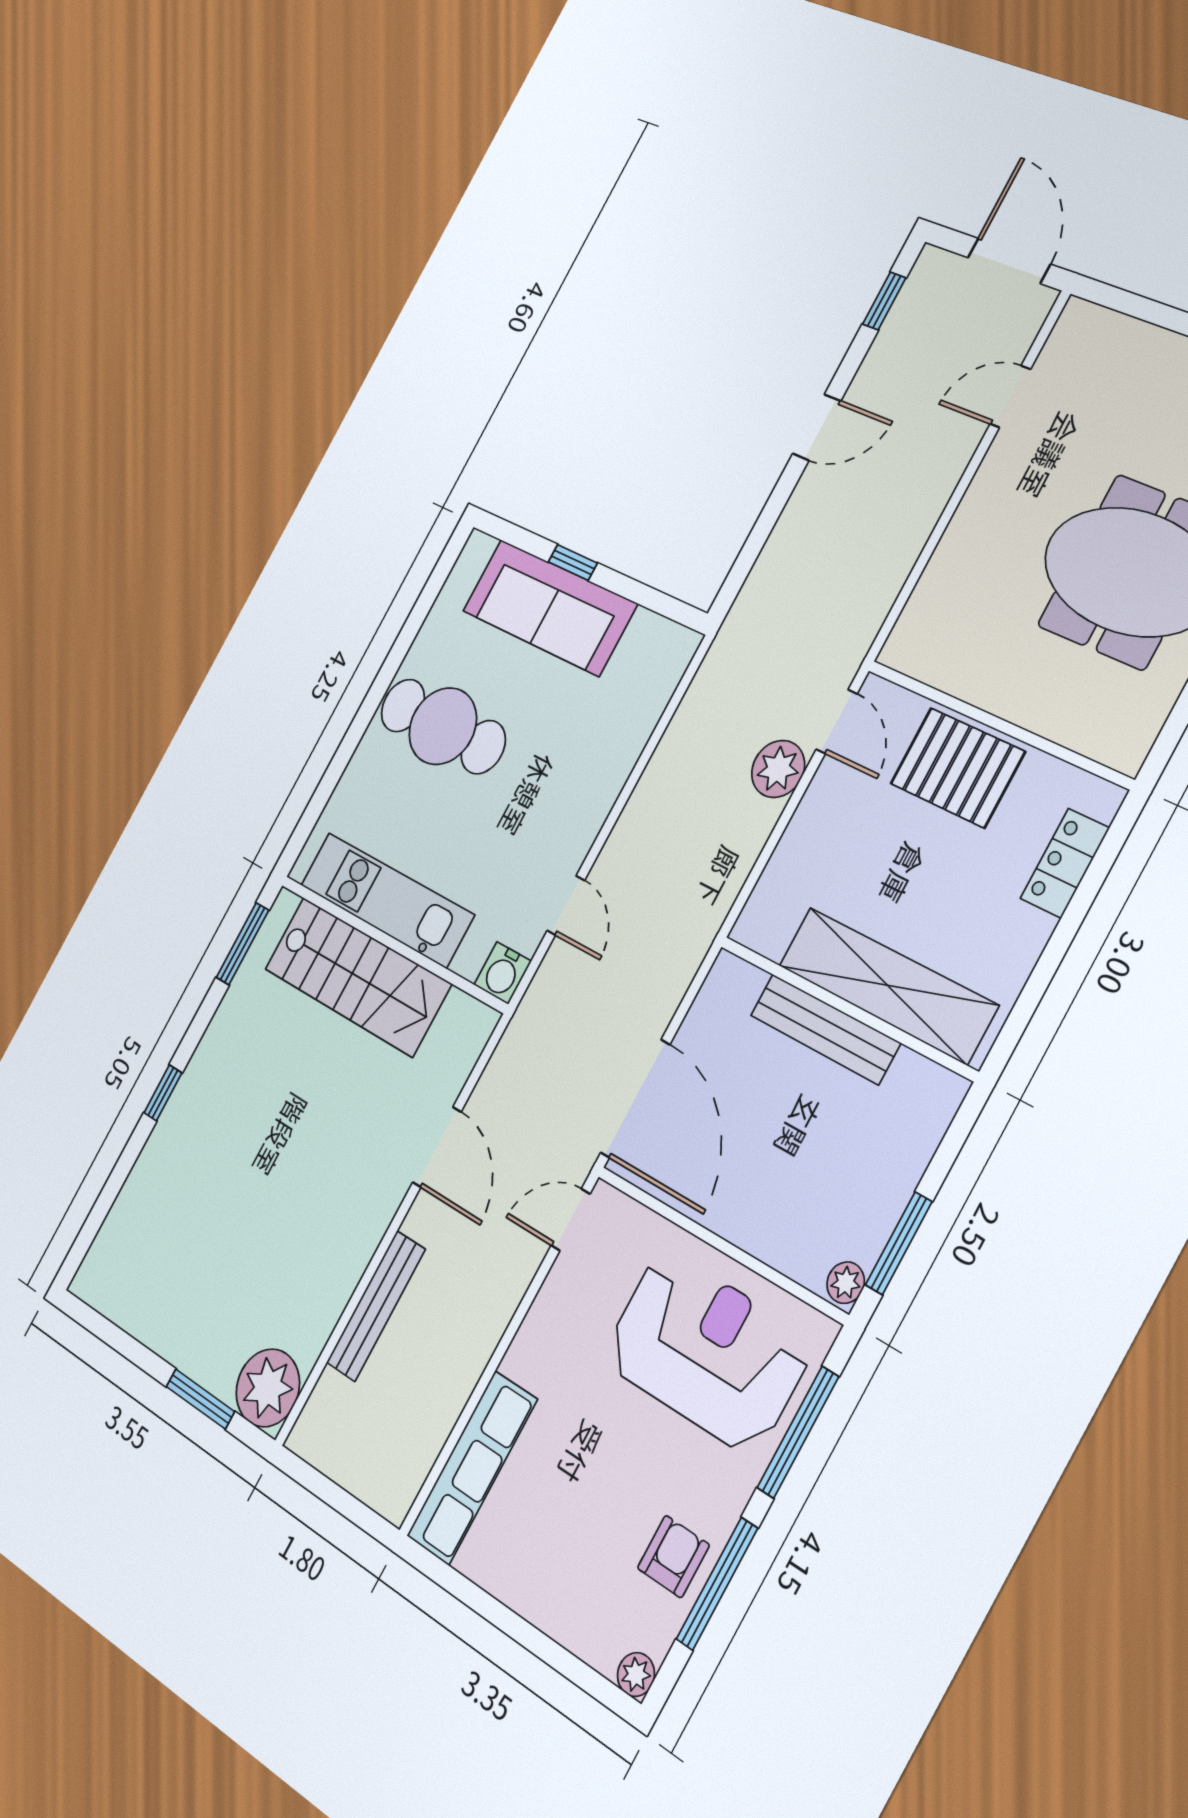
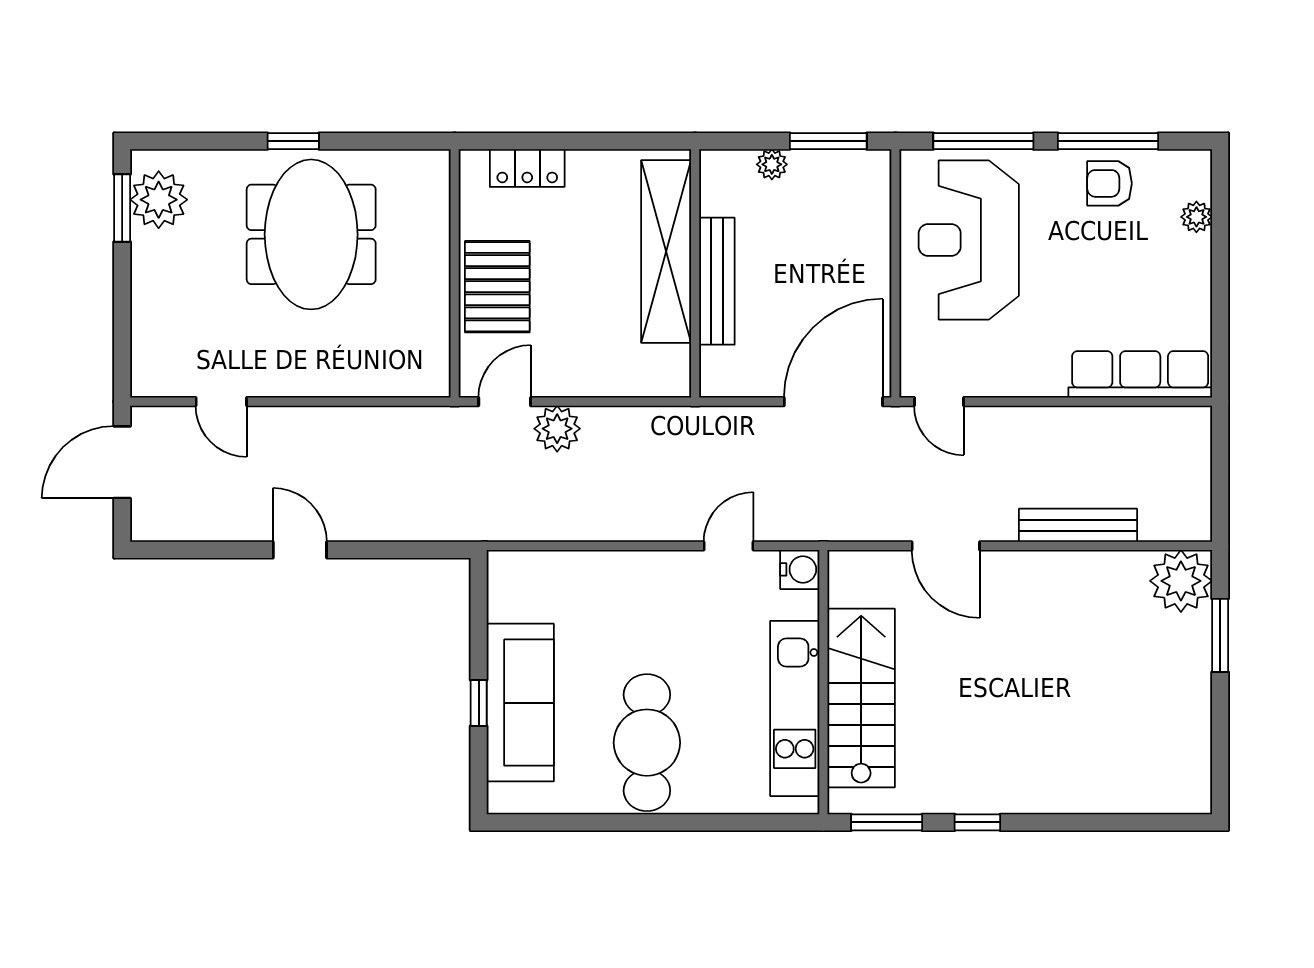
window: (884, 301) -> (186, 550), removed
window: (163, 1093) -> (977, 822), moved
door: (437, 1147) -> (946, 546), swing flipped
plant: (846, 1283) -> (772, 164), moved
plant: (636, 1674) -> (1196, 217), moved

